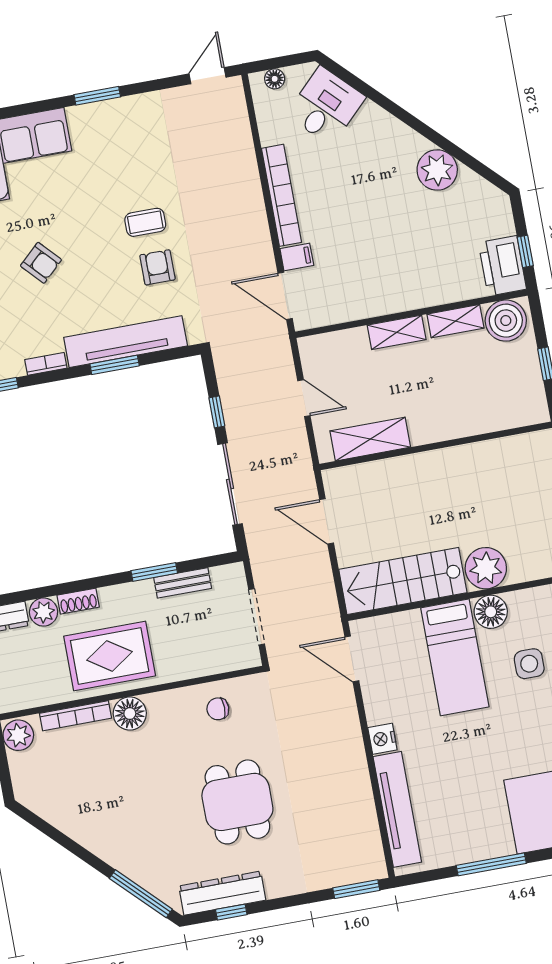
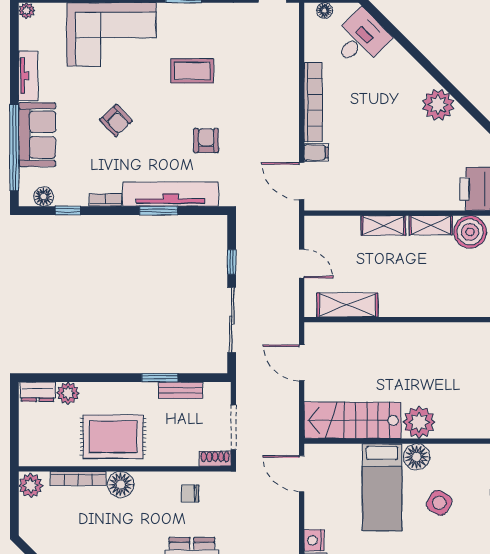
coffee table: (145, 222) -> (192, 71), moved, width x1.36, depth x1.30
shoe rack: (78, 601) -> (215, 459), moved, turned 180
side table: (529, 664) -> (439, 503), turned 31

